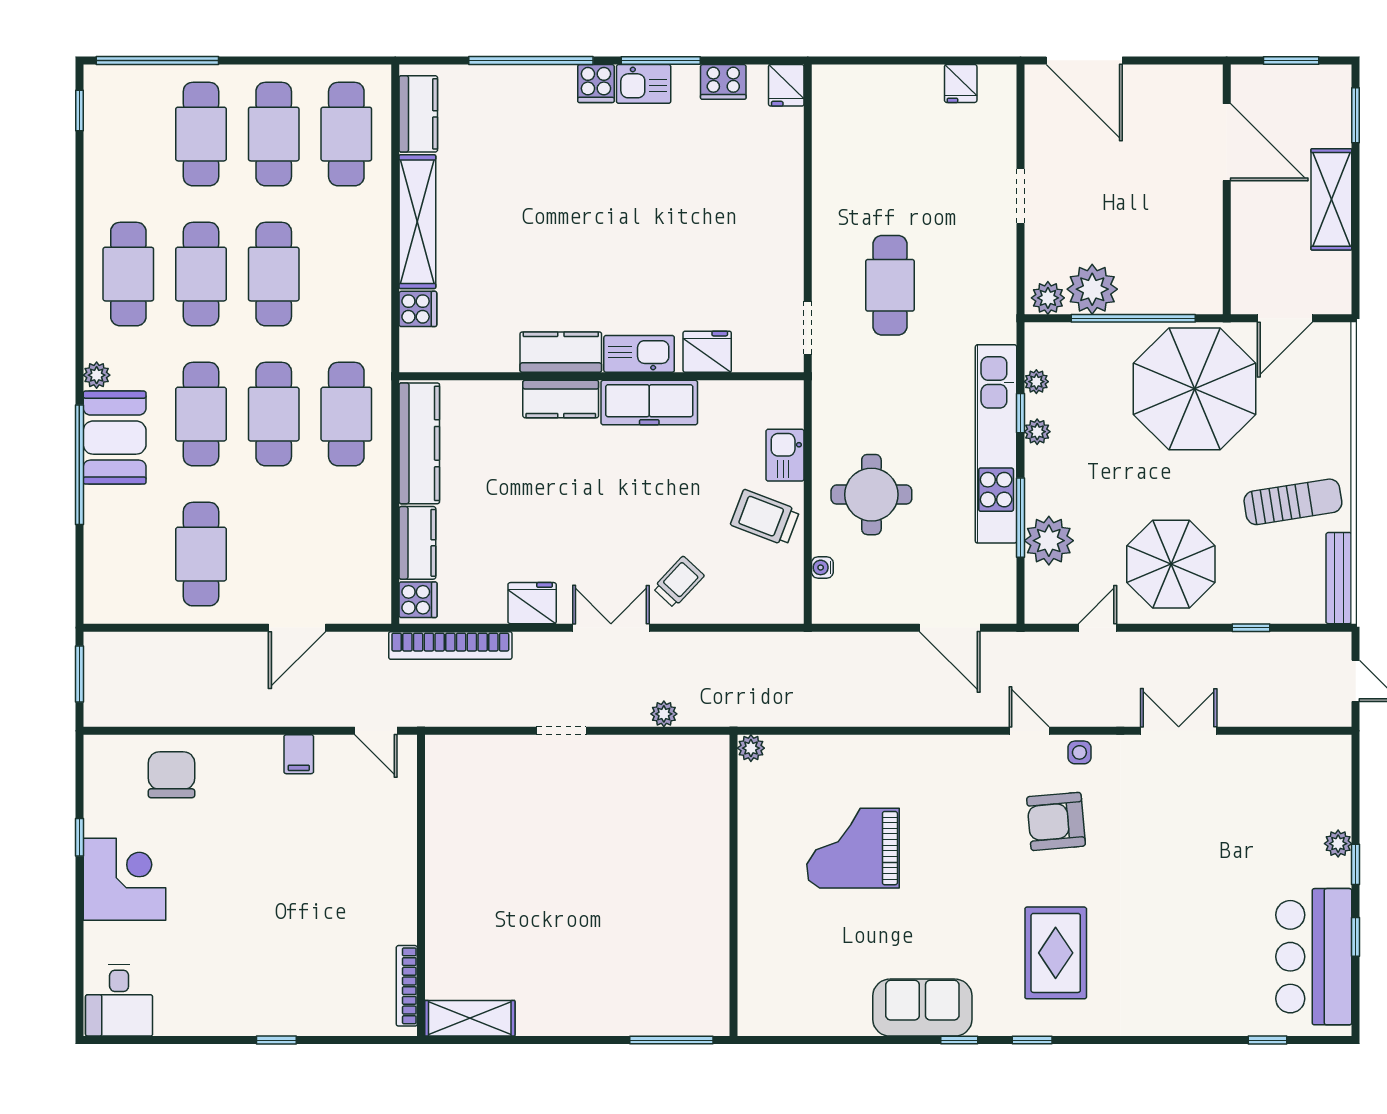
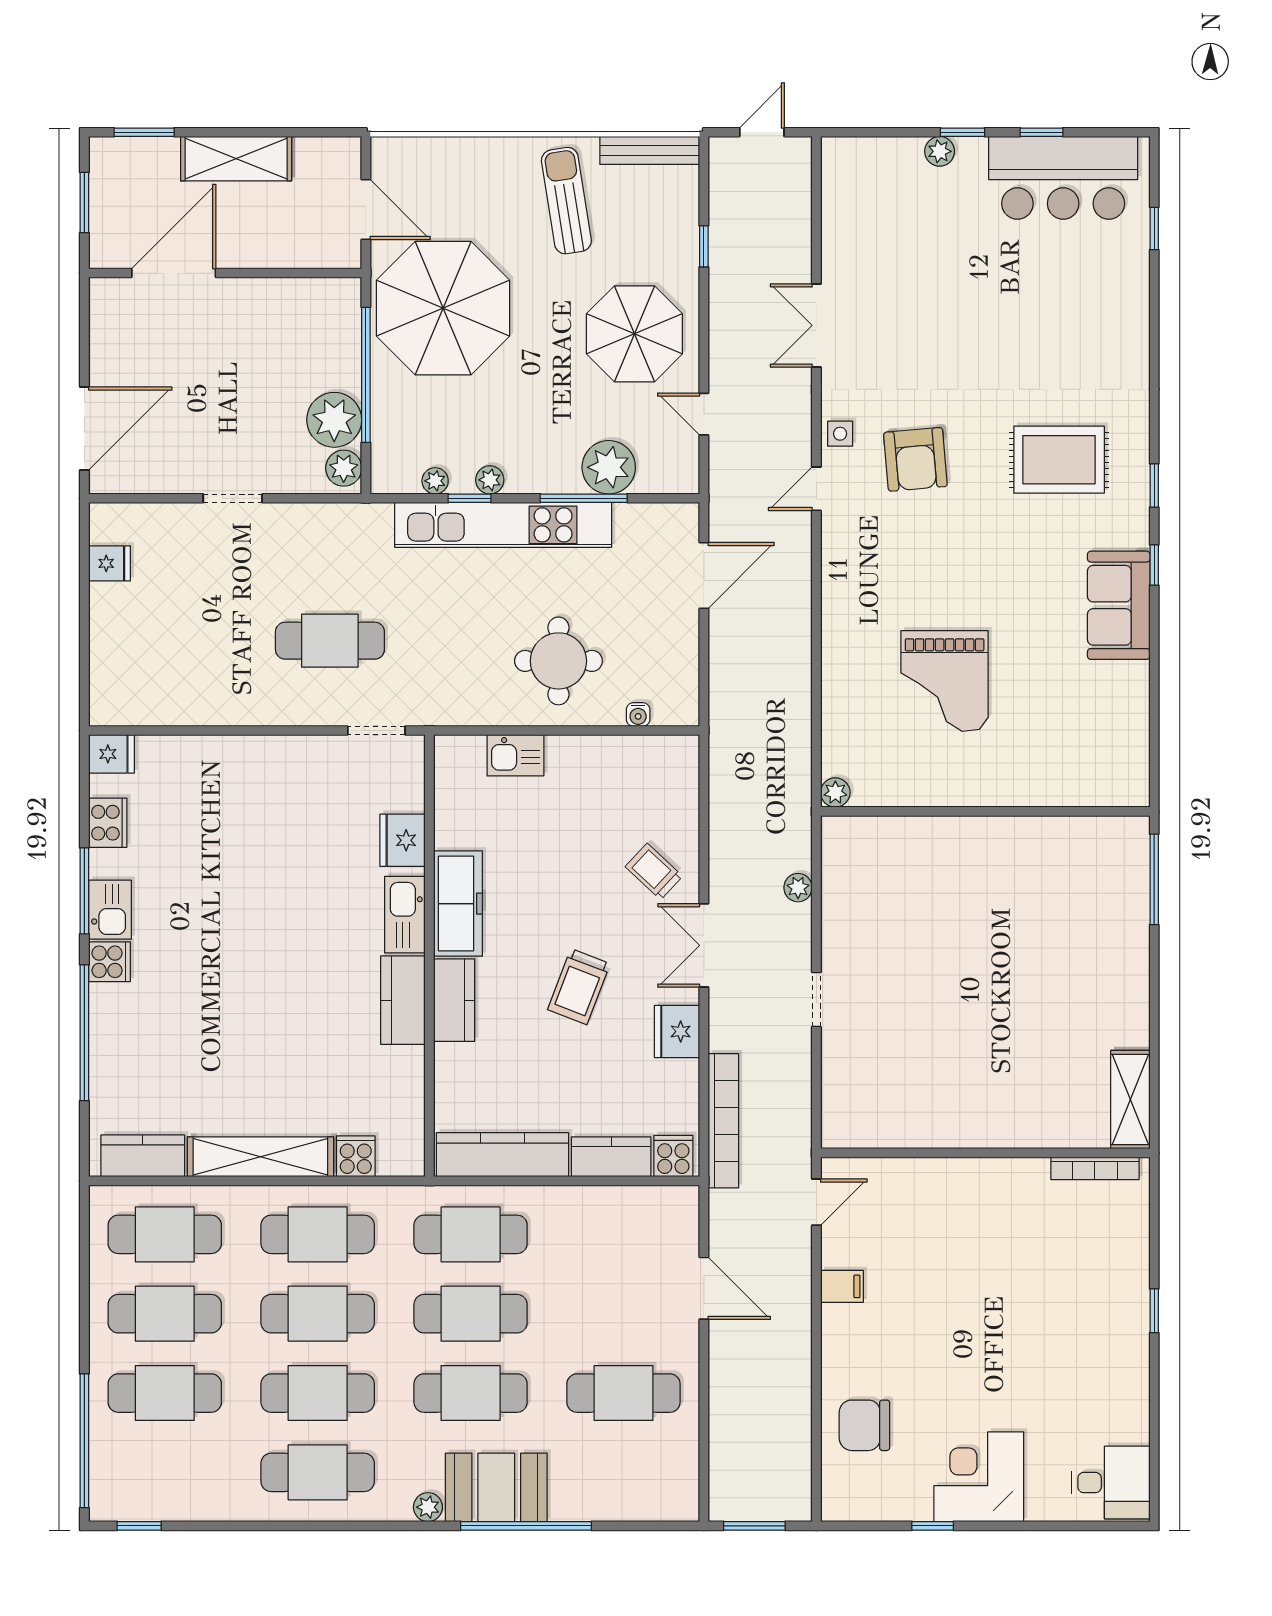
cafe table: (346, 274) -> (318, 1234), added
trolley: (765, 518) -> (579, 987), moved

